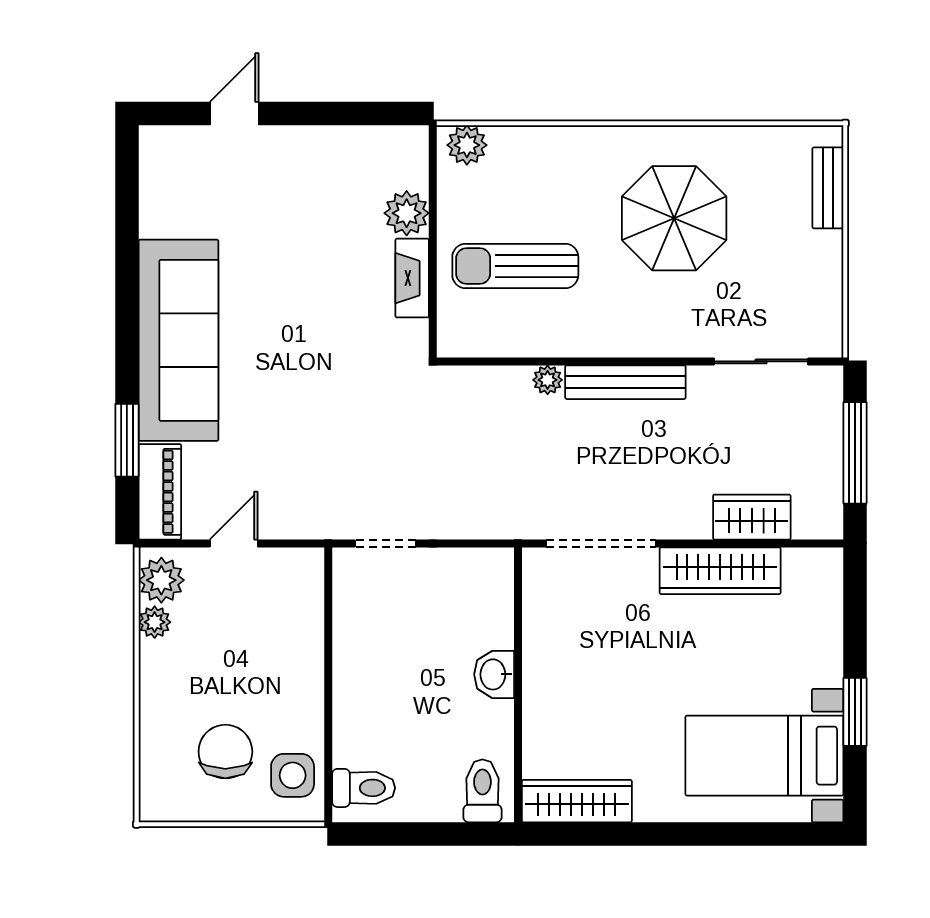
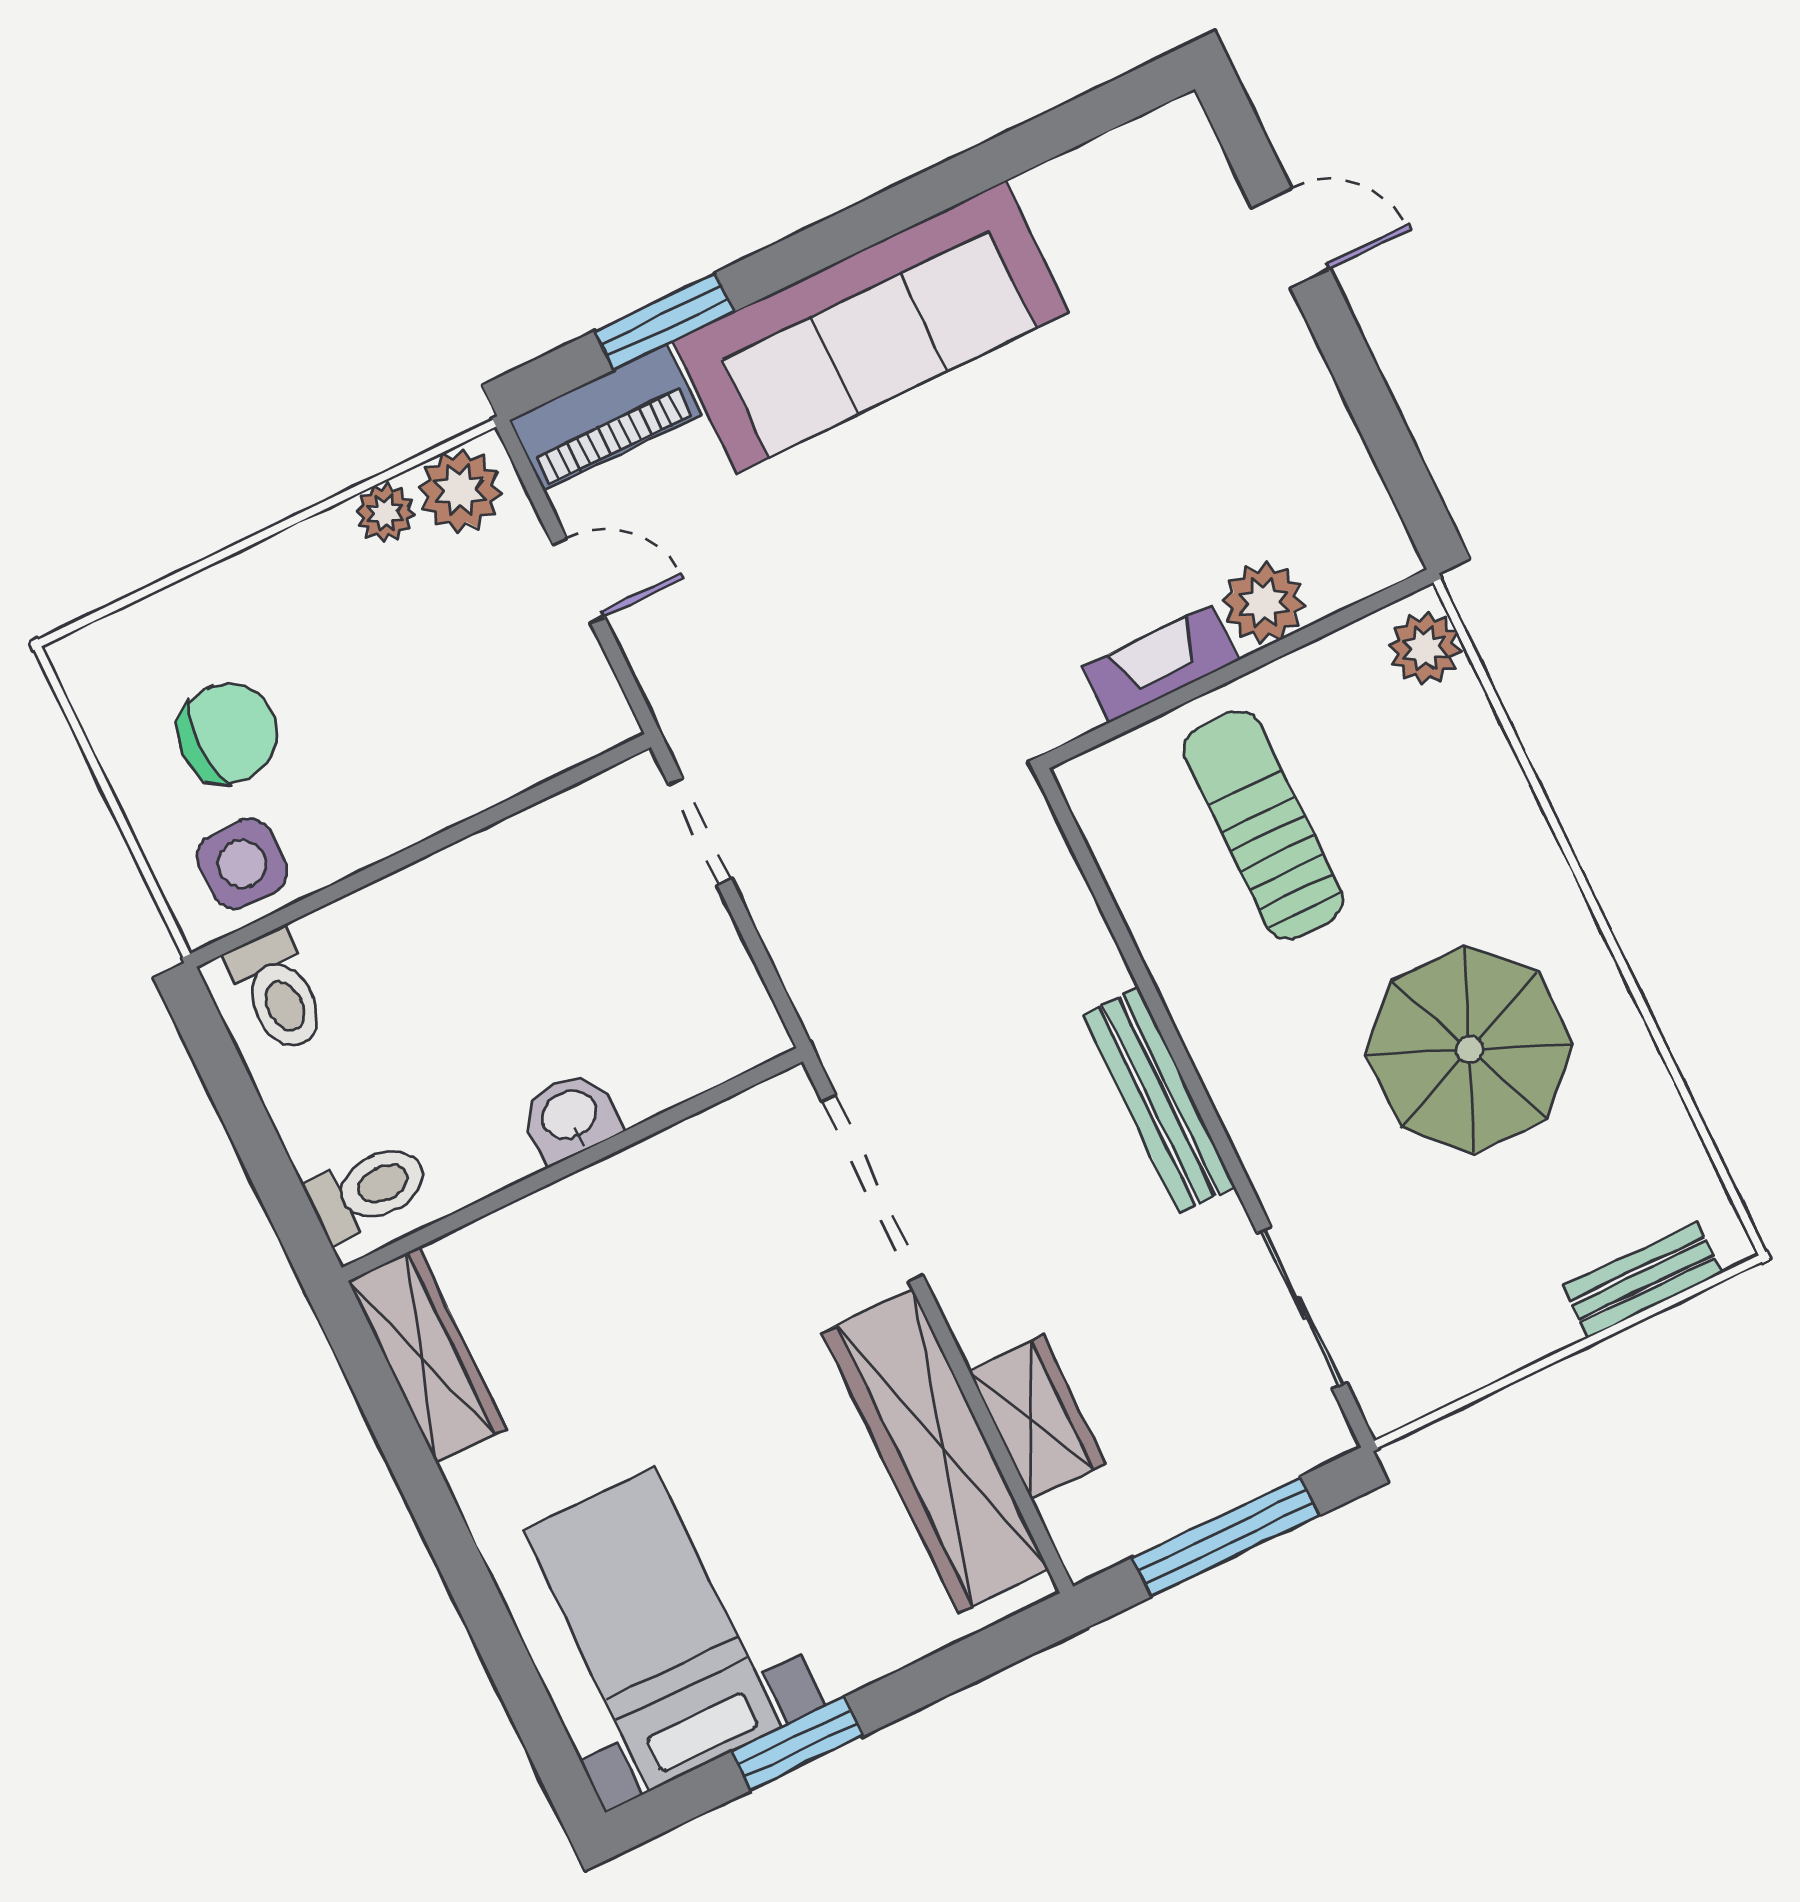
plant: (548, 380) -> (1101, 969), removed
wardrobe: (720, 571) -> (936, 1451), width x1.40, depth x1.17

